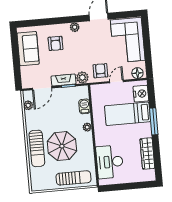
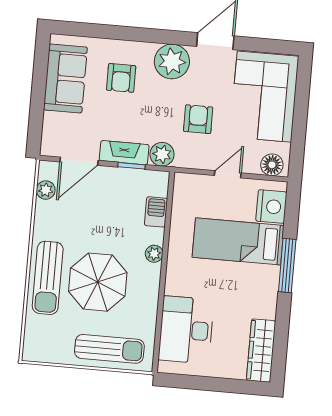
plant: (75, 27) -> (172, 61), width x1.87, depth x1.87
armchair: (100, 71) -> (198, 119), moved
wardrobe: (147, 154) -> (261, 351), moved

